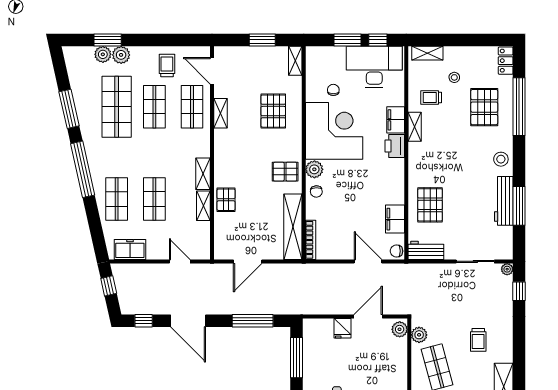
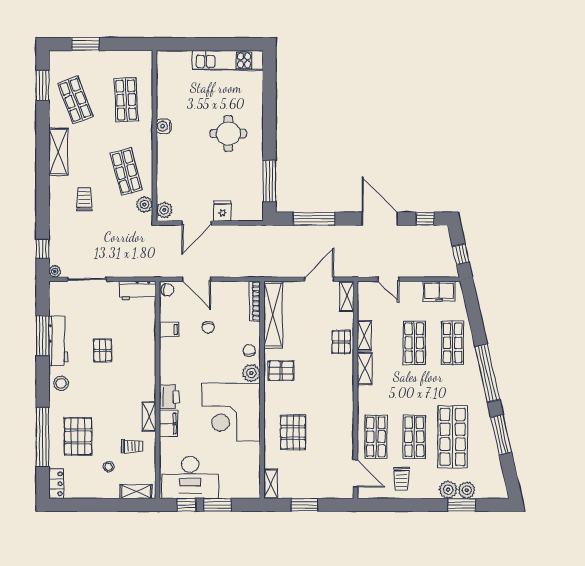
chair: (333, 90) -> (208, 327), moved
shelving: (220, 113) -> (347, 296), moved
pallet: (430, 205) -> (103, 350), moved, width x0.67, depth x0.71
filing cabinet: (395, 219) -> (169, 329), width x0.50

